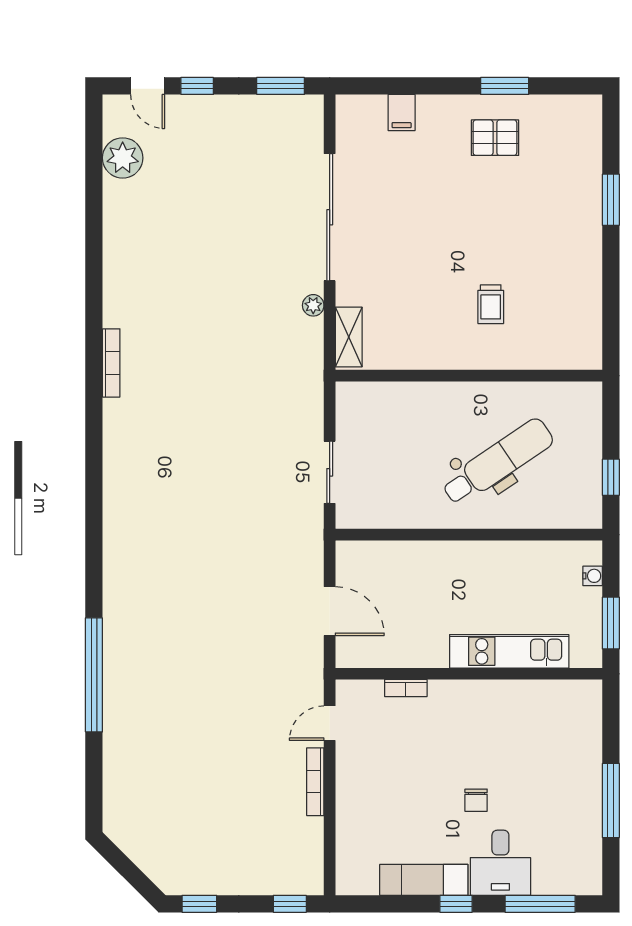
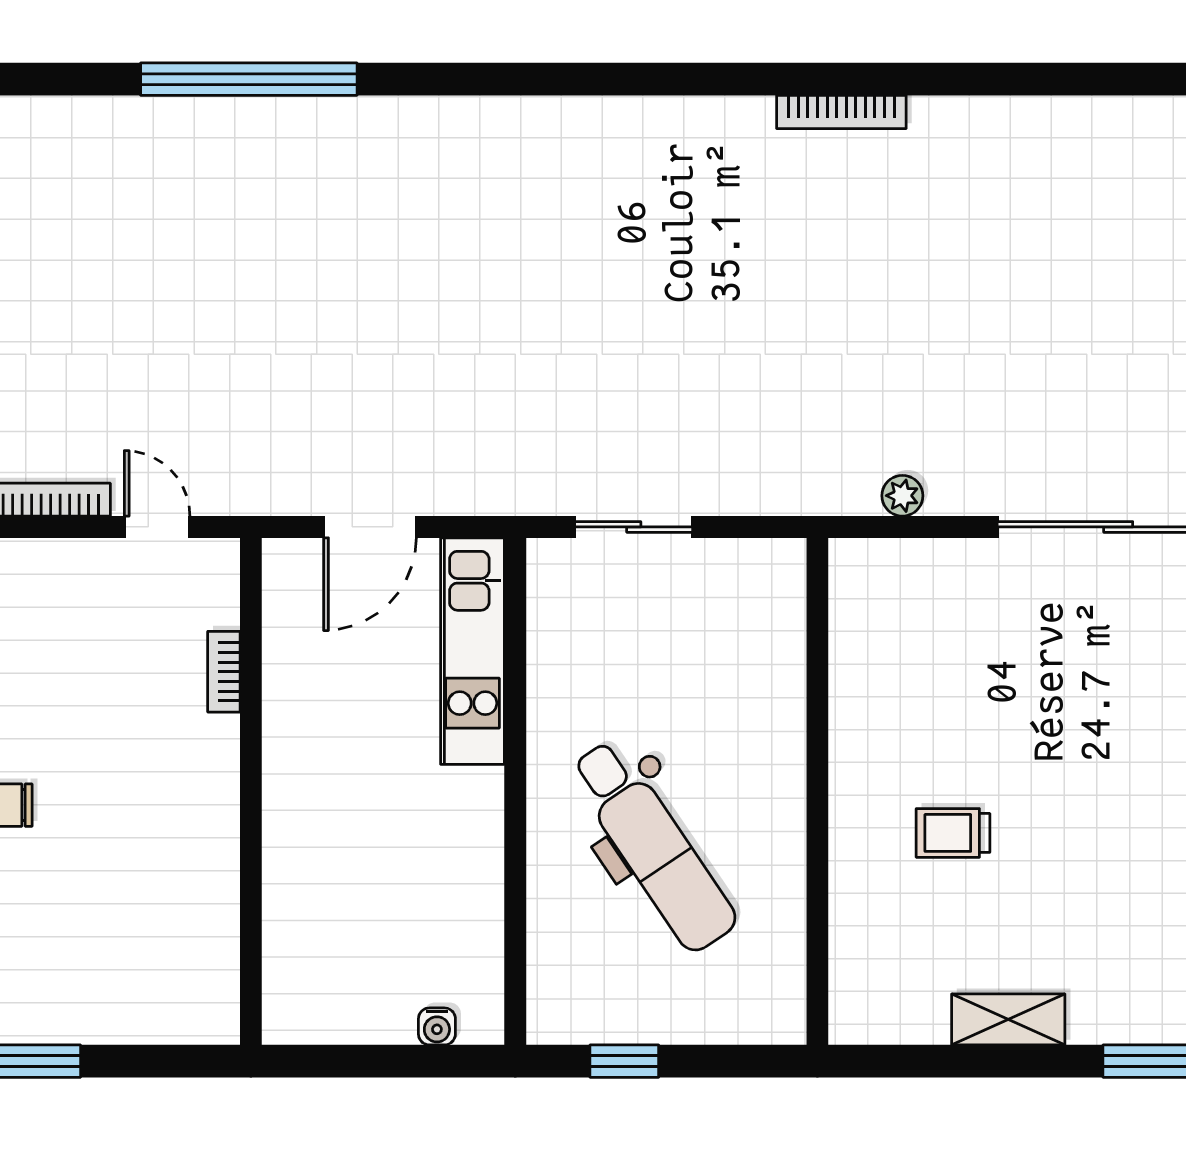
plant: (313, 305) -> (902, 496), moved
shelving: (349, 337) -> (1008, 1019), moved
window: (611, 623) -> (347, 1061), removed
kitchen unit: (509, 651) -> (472, 651), moved, turned 180

